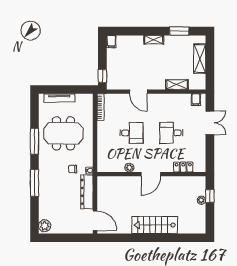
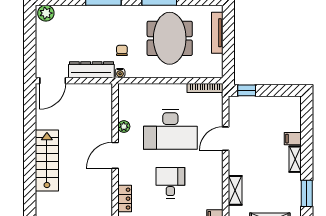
filing cabinet: (111, 41) -> (293, 139), moved
desk: (131, 133) -> (170, 129), width x1.87, depth x1.30
door: (151, 174) -> (115, 155), hinge flipped

